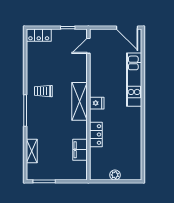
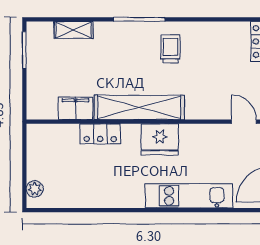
shelving: (79, 101) -> (139, 107), width x1.47
fridge: (97, 103) -> (160, 139), width x1.88, depth x1.34
plant: (115, 175) -> (35, 189), moved

